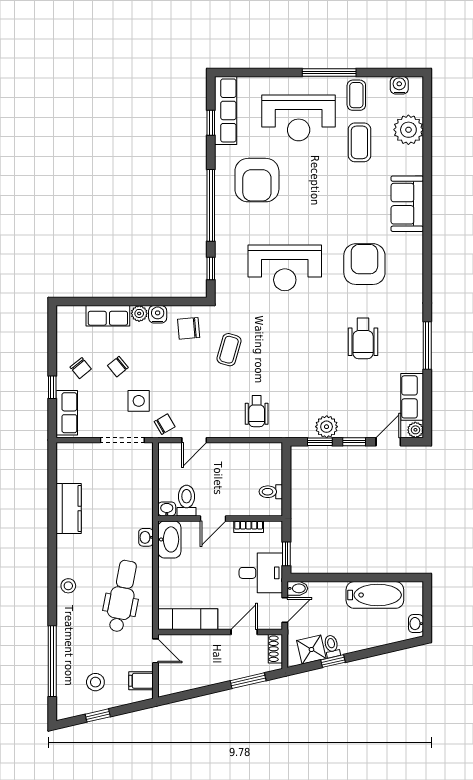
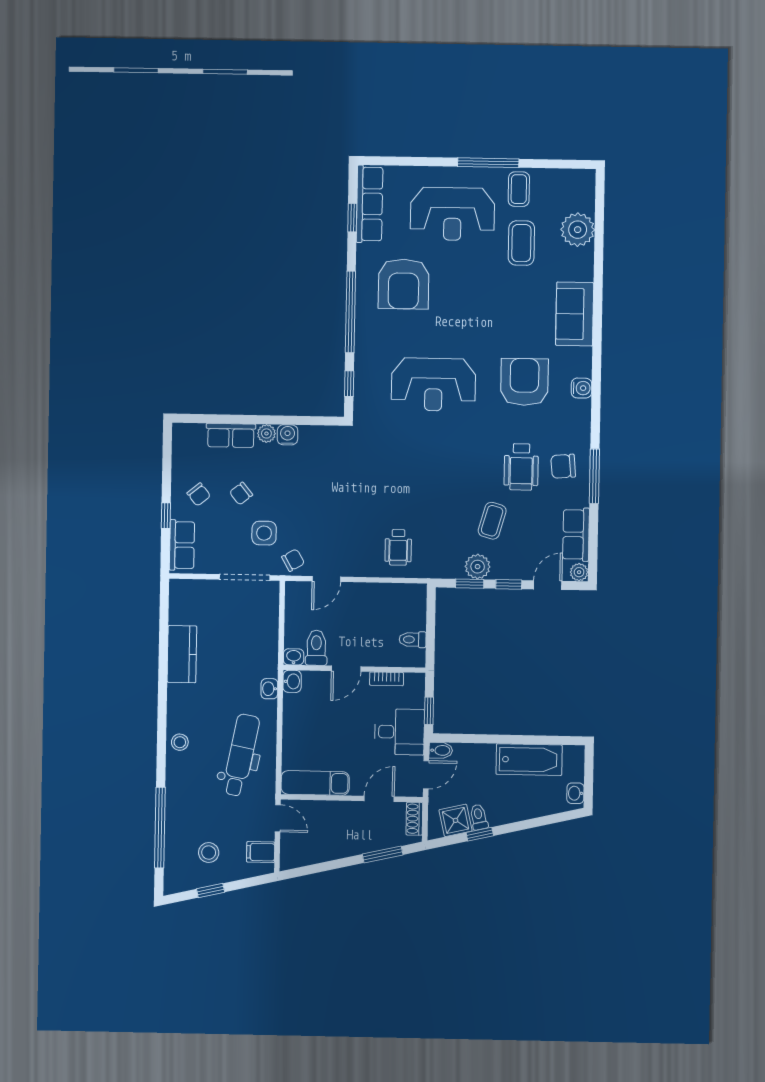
water cooler: (399, 85) -> (582, 388), moved, turned 90
chair: (189, 328) -> (563, 466), moved
coffee table: (229, 350) -> (492, 521), moved
washbasin: (169, 539) -> (292, 681), width x0.52, depth x0.69

